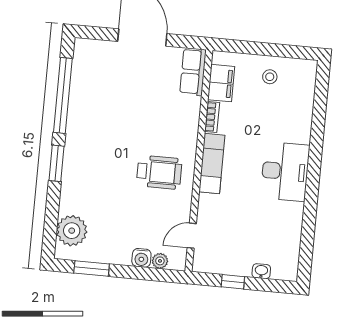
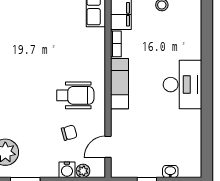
chair: (148, 215) -> (69, 133), added

